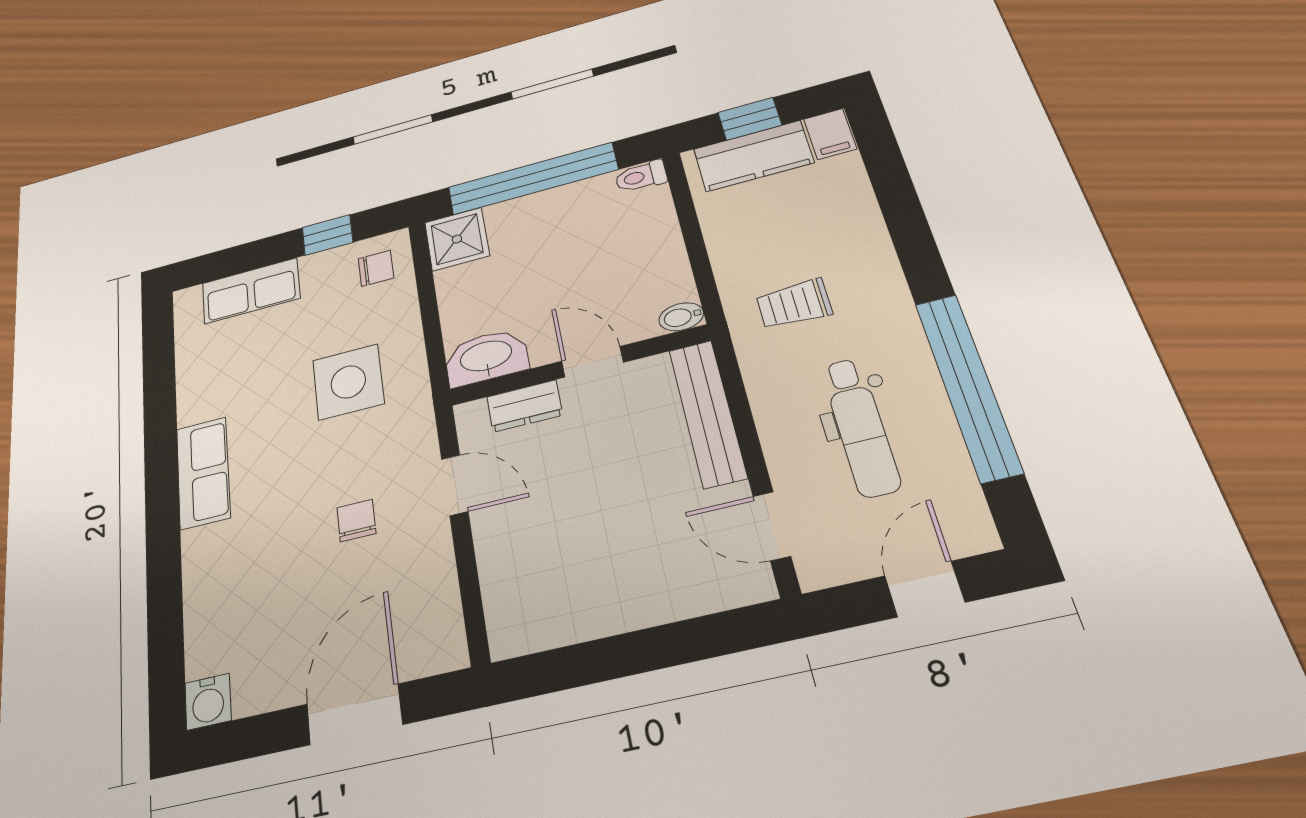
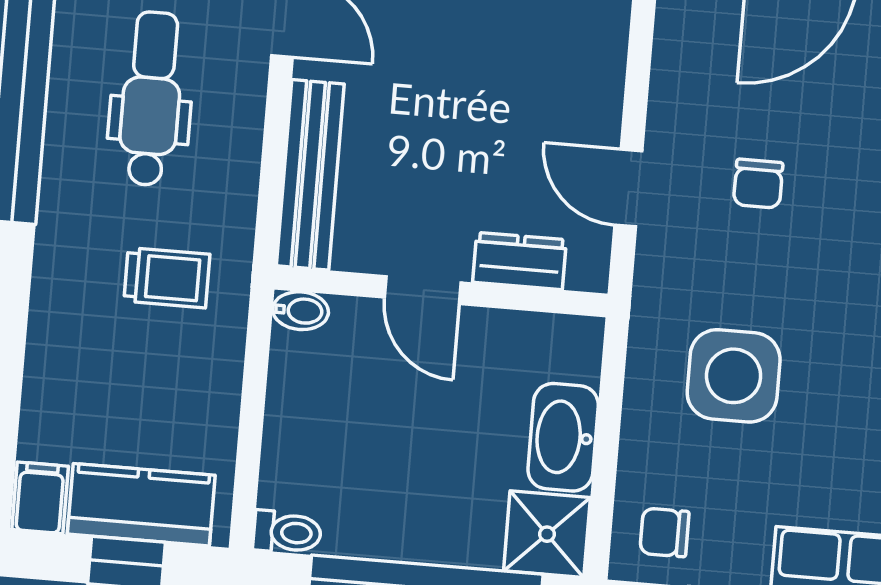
washbasin: (486, 357) -> (563, 437), moved, turned 90

